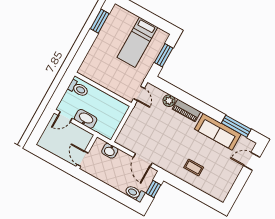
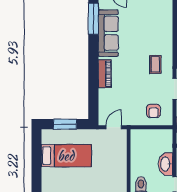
plant: (169, 101) -> (105, 95), removed
armchair: (134, 133) -> (154, 111), added
coffee table: (194, 167) -> (155, 64), moved

